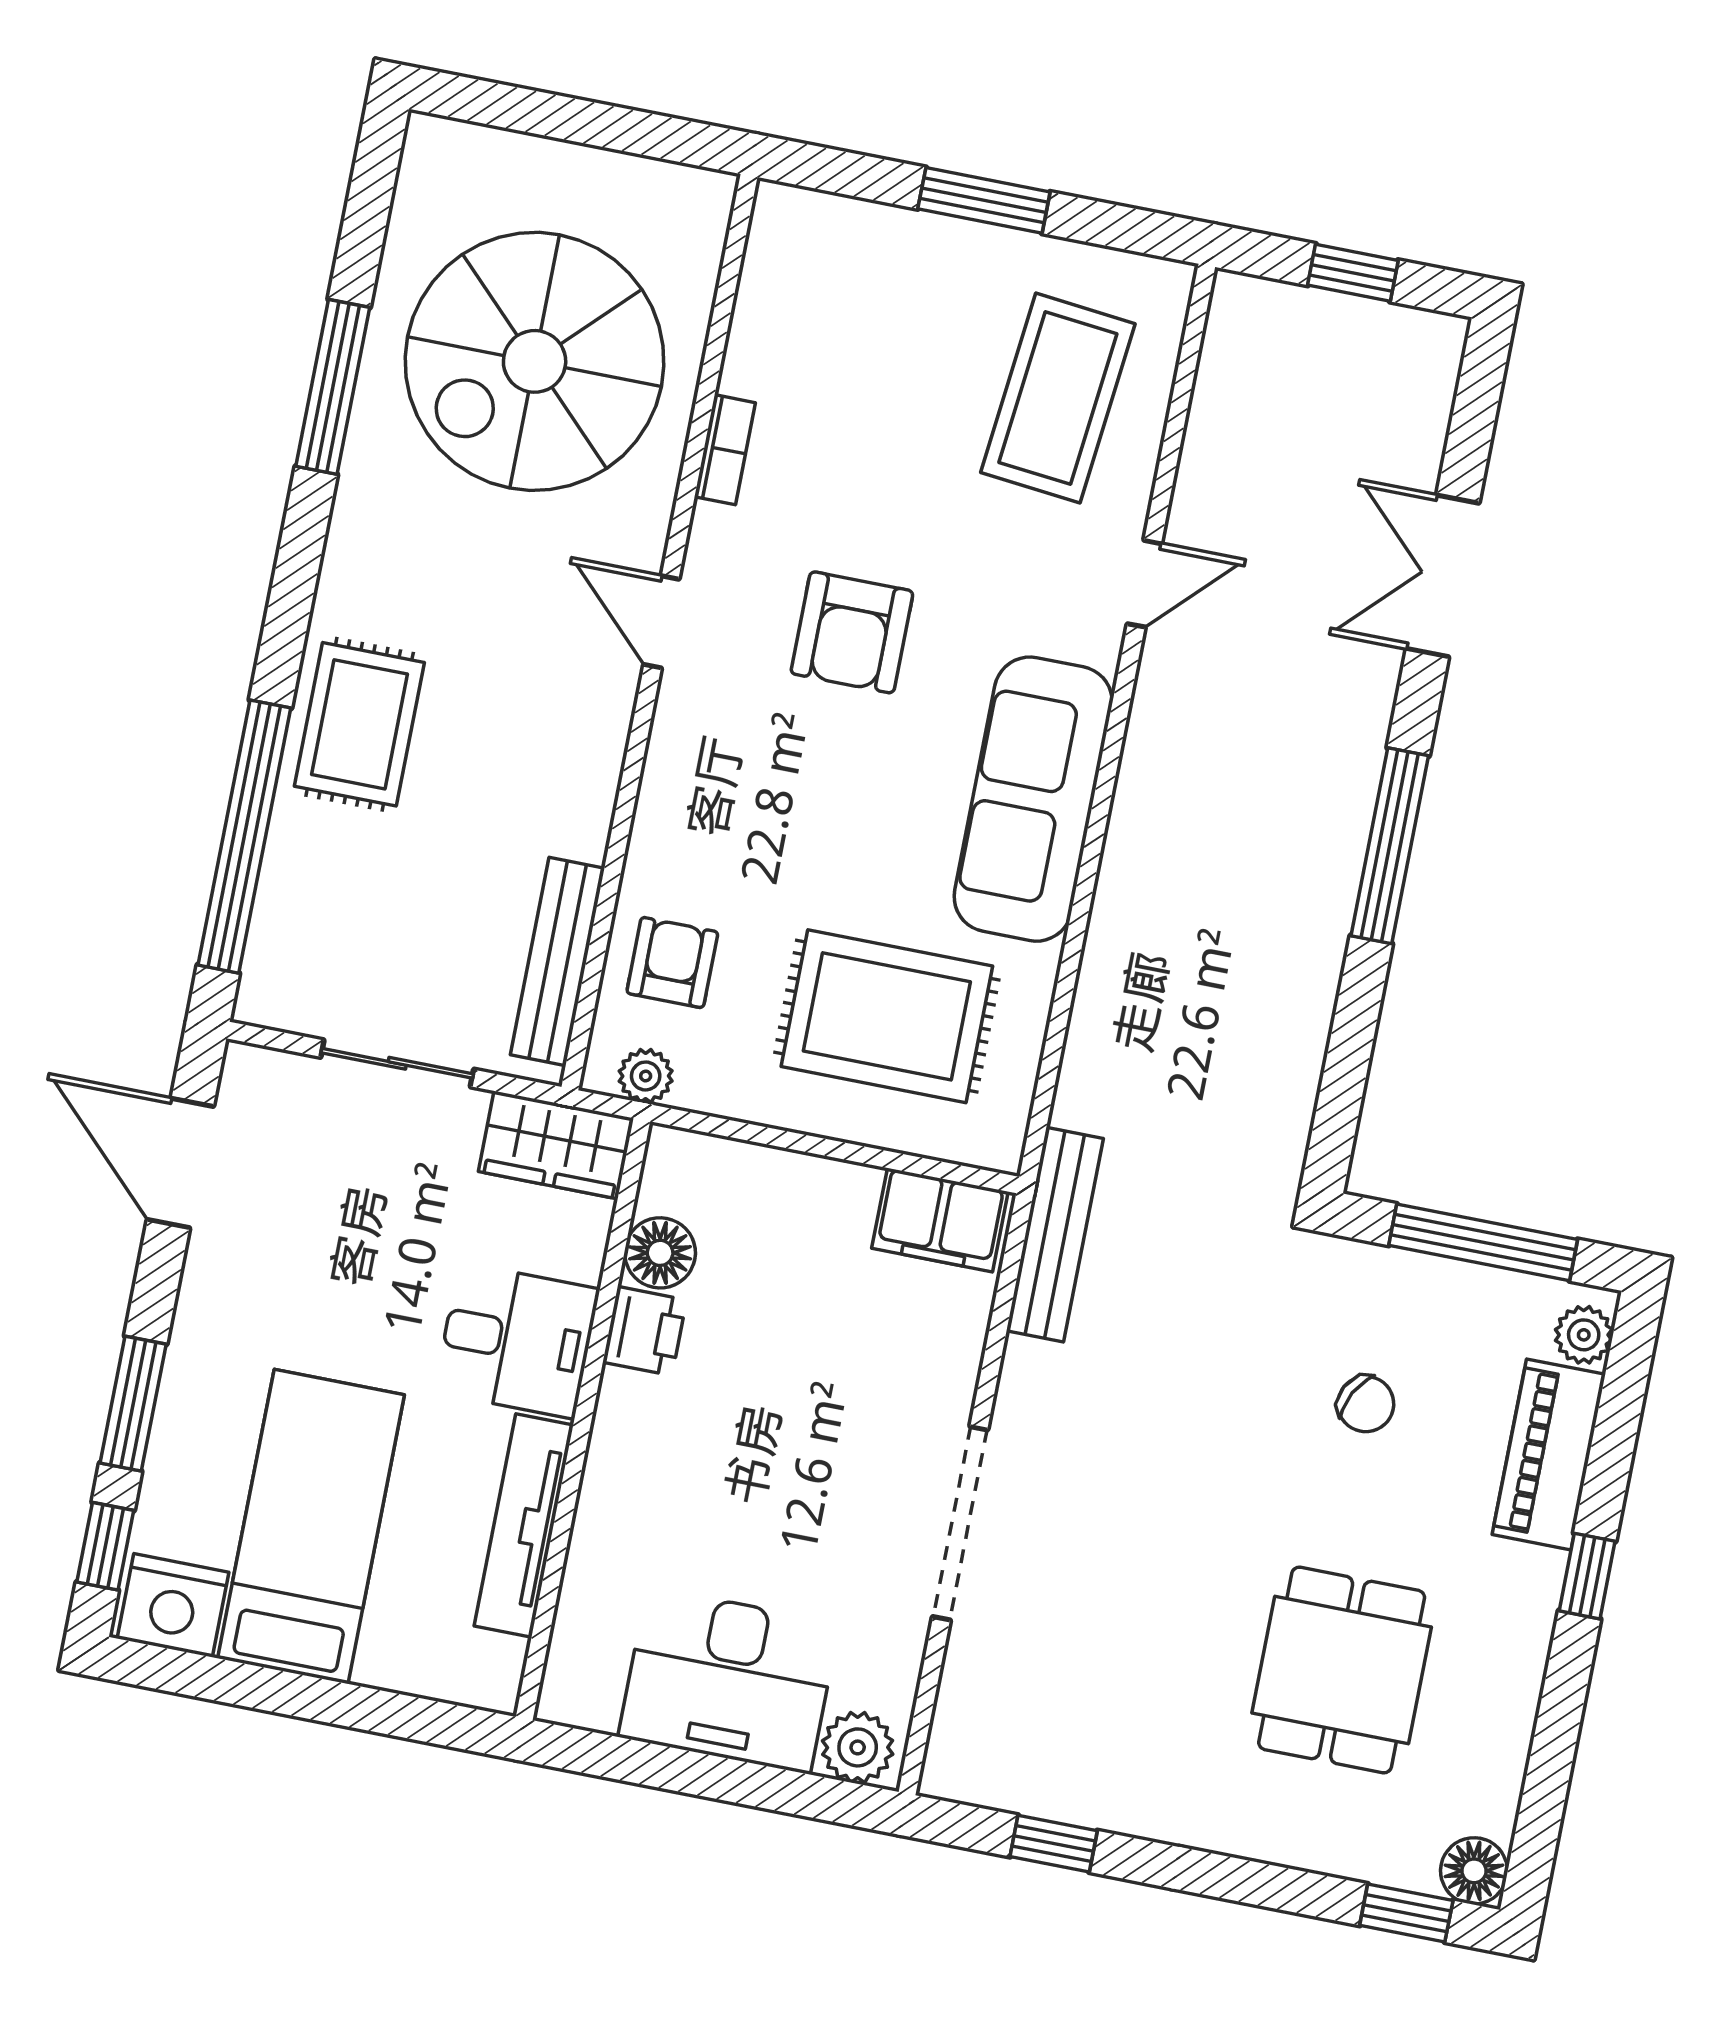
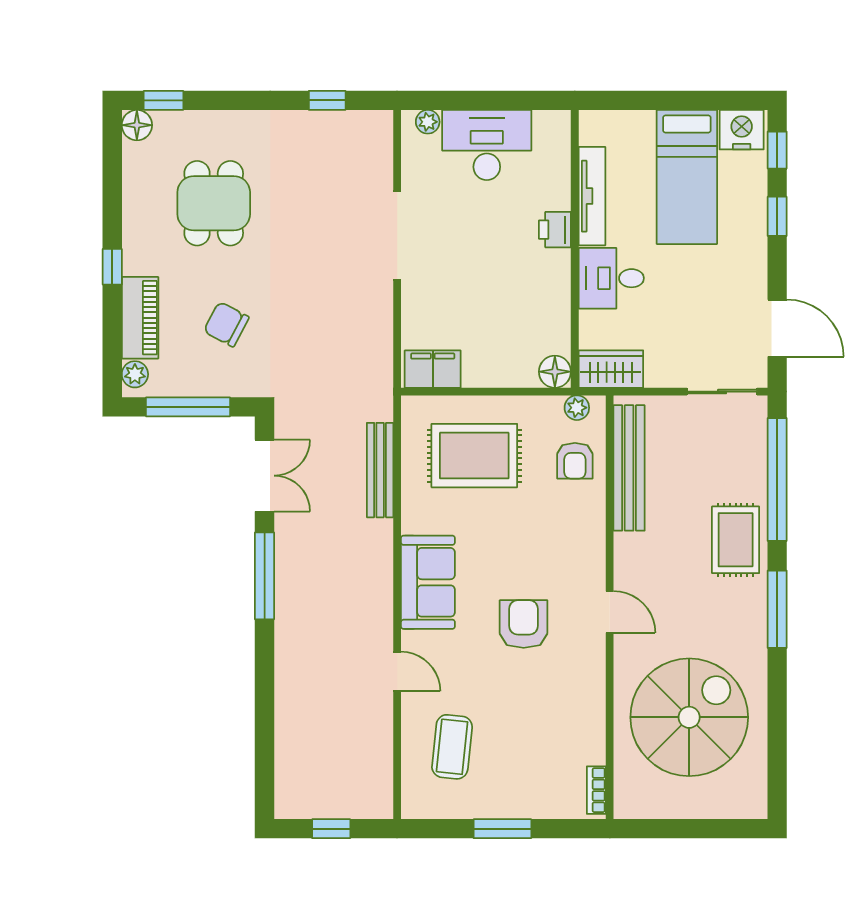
window: (333, 387) -> (777, 609), moved
coffee table: (1058, 398) -> (452, 747), width x0.73, depth x0.76
bookcase: (725, 450) -> (596, 790), moved
double door: (1443, 576) -> (265, 476), moved
door: (1144, 584) -> (397, 671), swing flipped
sofa: (1033, 799) -> (428, 582), width x0.73
bench: (557, 961) -> (629, 468), width x1.37, depth x1.21
sliding door: (397, 1063) -> (722, 392), moved
bench: (1055, 1235) -> (380, 470), moved
floor lamp: (660, 1253) -> (555, 372), moved
printer: (645, 1331) -> (555, 230), moved
window: (133, 1404) -> (777, 216), width x0.67
chair: (1366, 1404) -> (226, 324), width x1.37, depth x1.37
plant: (858, 1747) -> (428, 122), width x0.73, depth x0.73

